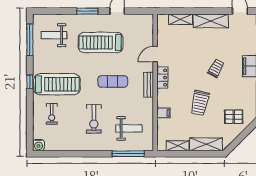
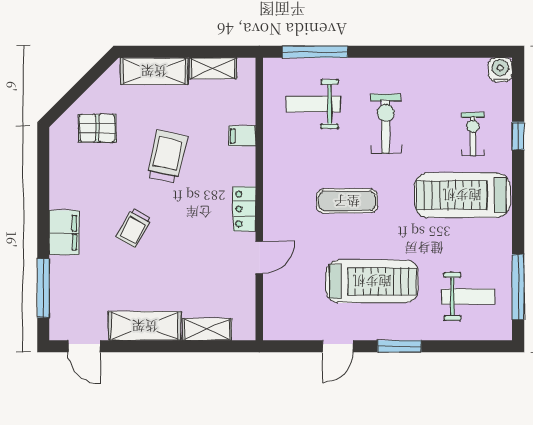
window: (30, 82) -> (518, 136), moved
bench: (149, 85) -> (273, 194), removed

